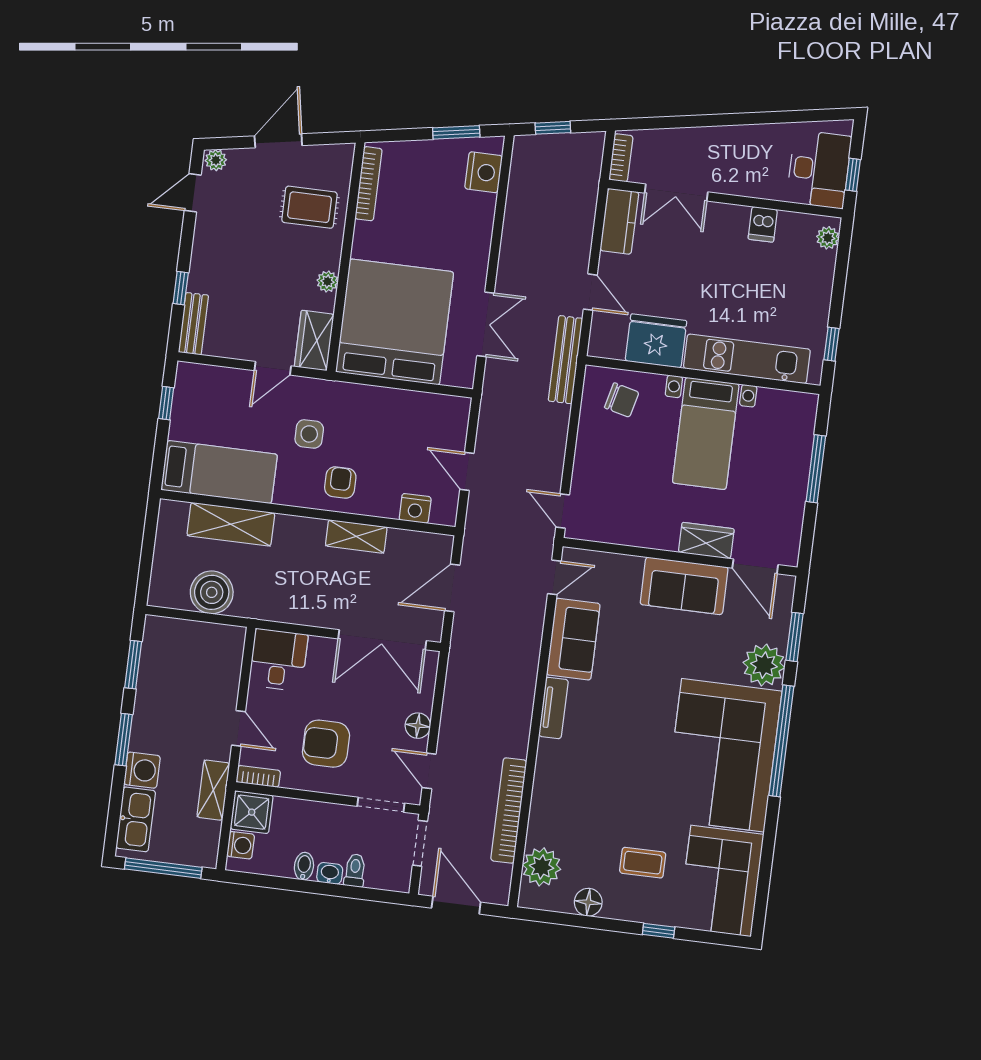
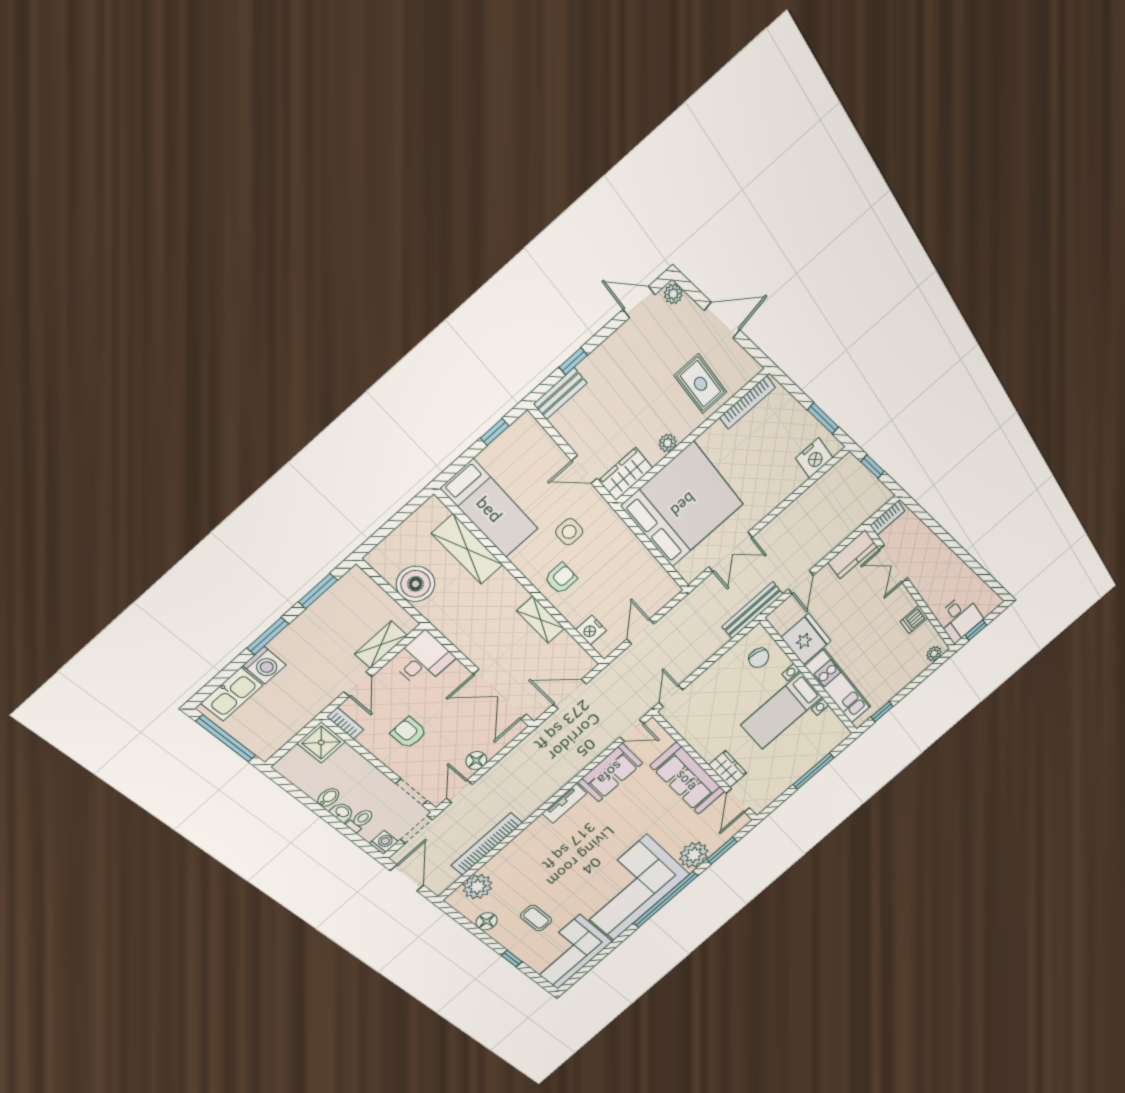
desk: (819, 169) -> (960, 618), width x0.73
sofa: (684, 586) -> (688, 779), width x1.36
armchair: (326, 744) -> (409, 733), width x0.72, depth x0.72
shelving: (213, 790) -> (381, 645), moved
washing machine: (241, 845) -> (384, 842), moved, turned -90

